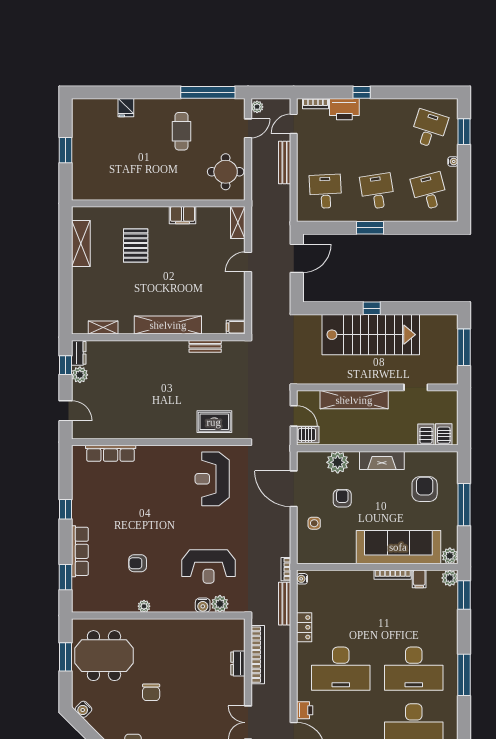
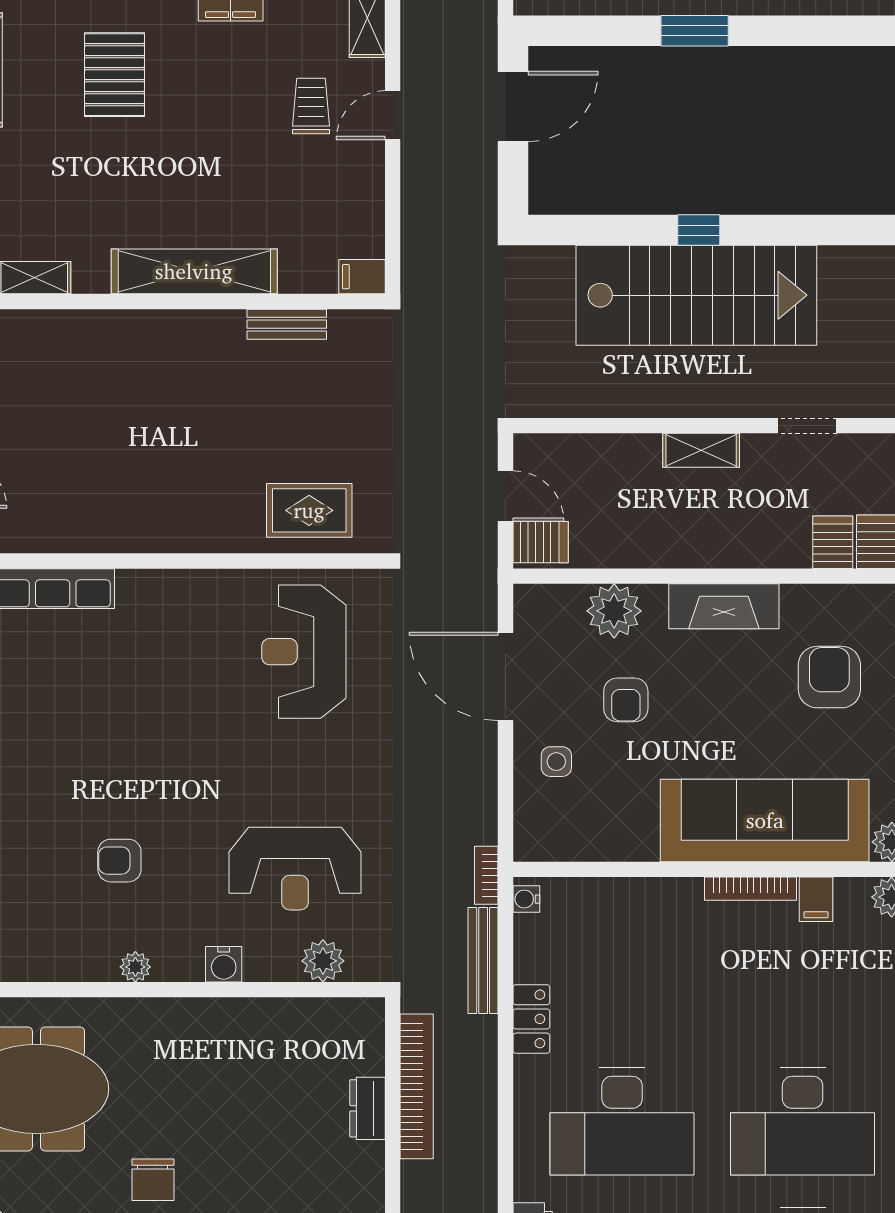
trolley: (215, 258) -> (311, 106), added
shelving: (354, 400) -> (701, 450), width x0.45, depth x0.75
armchair: (342, 498) -> (626, 700), turned 180
water cooler: (203, 605) -> (224, 964), moved

